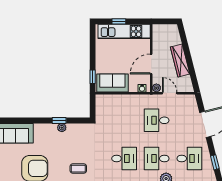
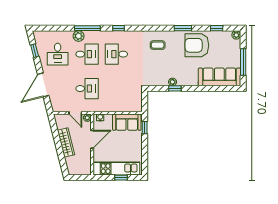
desk: (189, 159) -> (58, 54), turned -90

